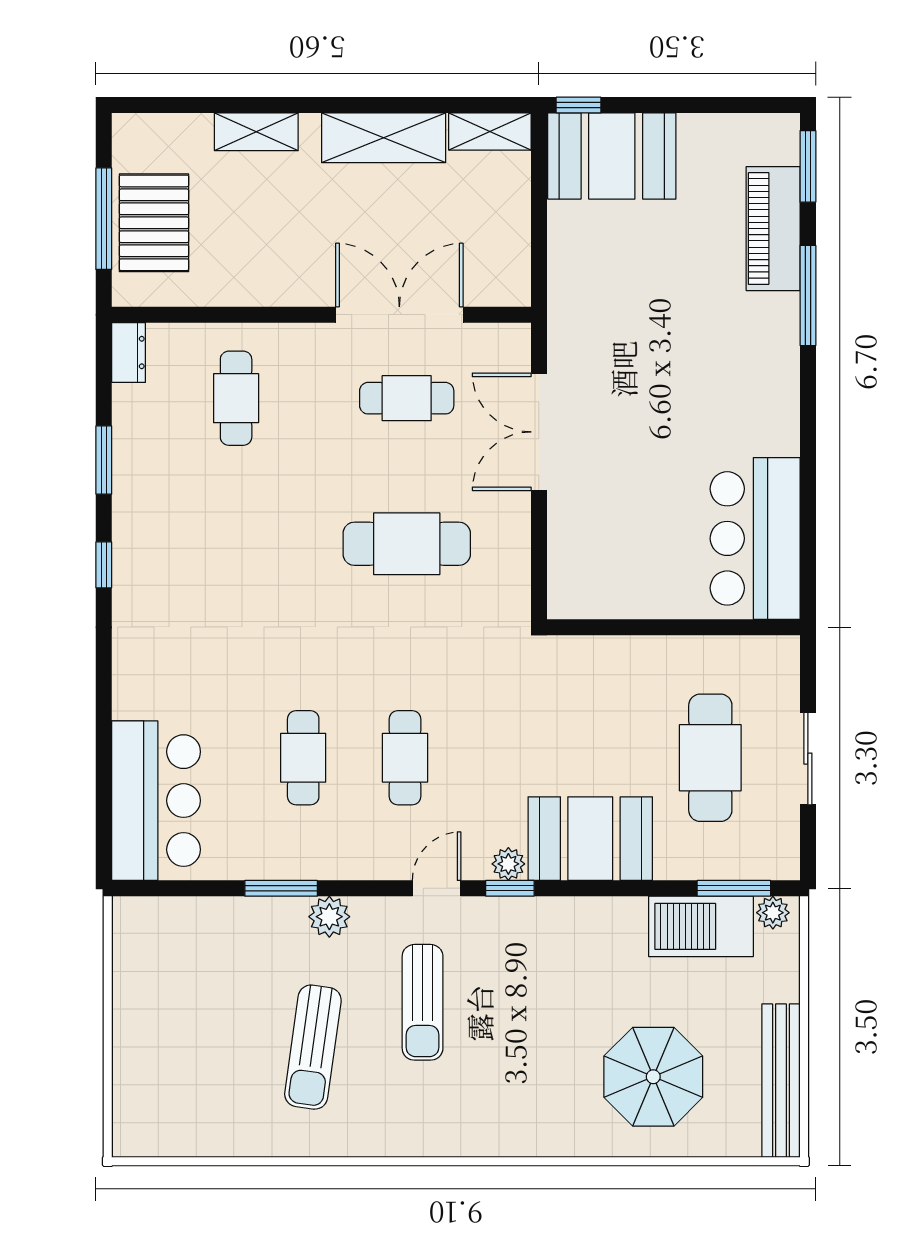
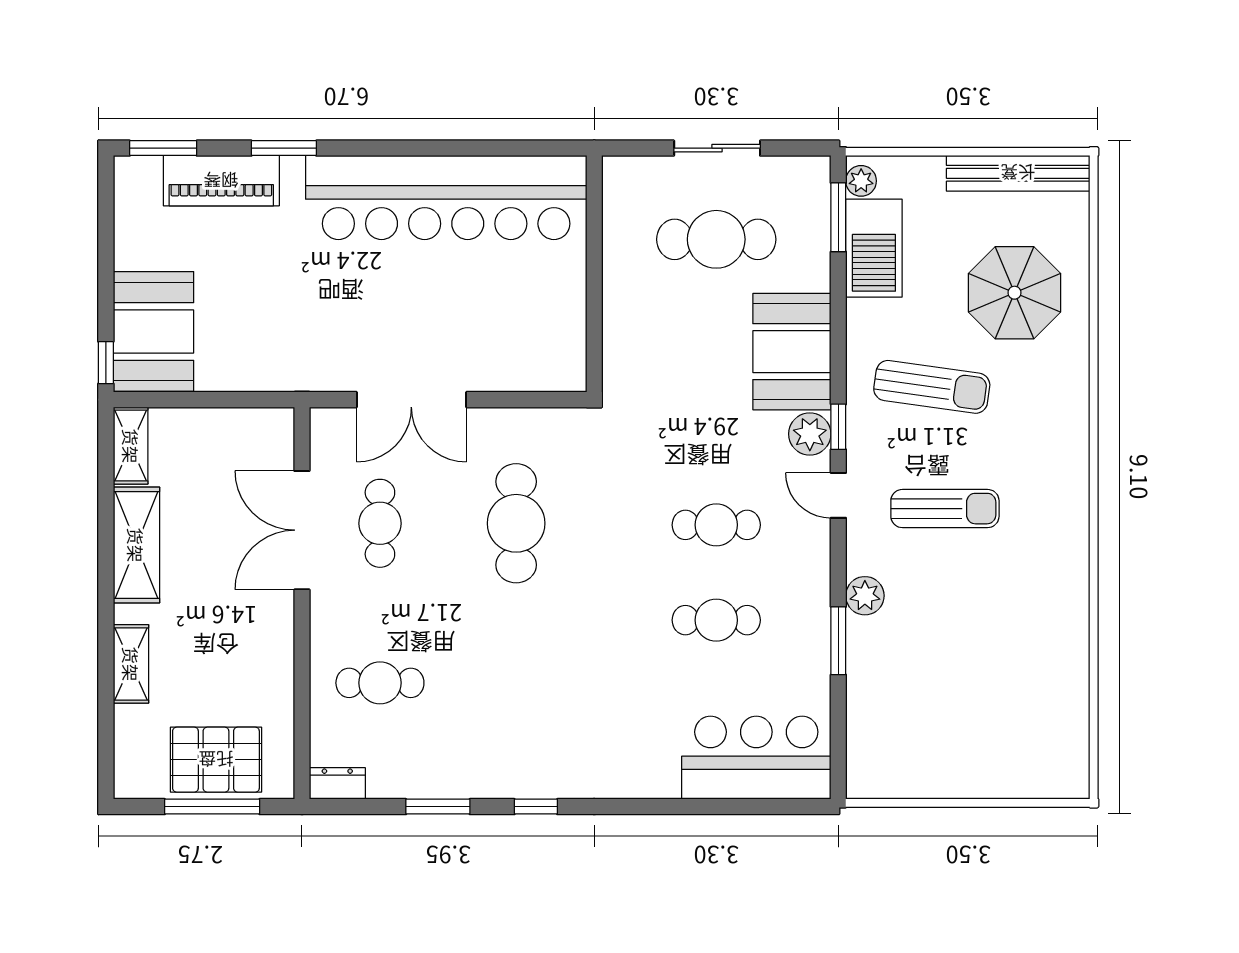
window: (808, 295) -> (284, 148), width x0.69
bar counter: (755, 538) -> (446, 197), width x1.86
plant: (508, 864) -> (810, 434), width x1.38, depth x1.38
sun lounger: (313, 1047) -> (932, 387), moved

